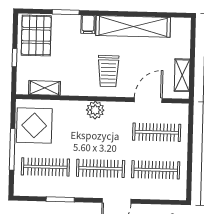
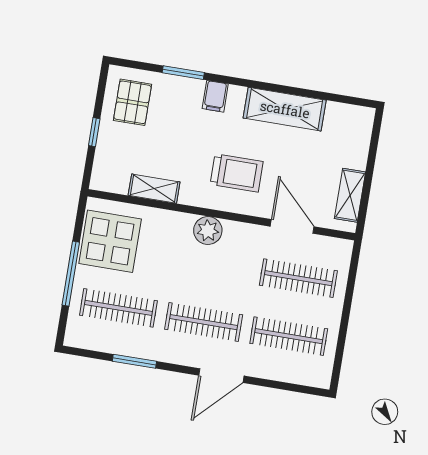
shelving: (133, 26) -> (285, 109), width x0.68
pallet: (36, 35) -> (133, 102), width x0.67, depth x0.71
trolley: (108, 71) -> (237, 173), turned -90
shelving: (45, 88) -> (154, 189), moved
door: (148, 100) -> (292, 226), hinge flipped

